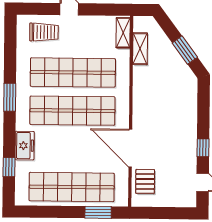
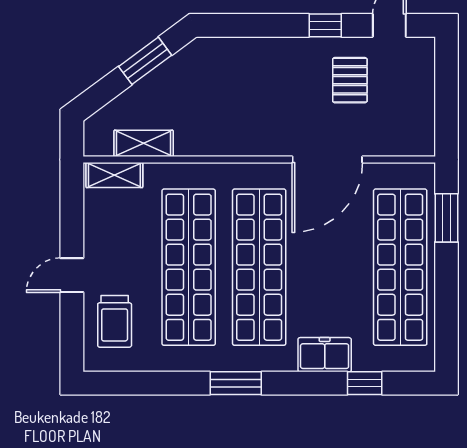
trolley: (44, 32) -> (115, 321), turned 180
pallet: (145, 181) -> (350, 80), moved, turned 90

